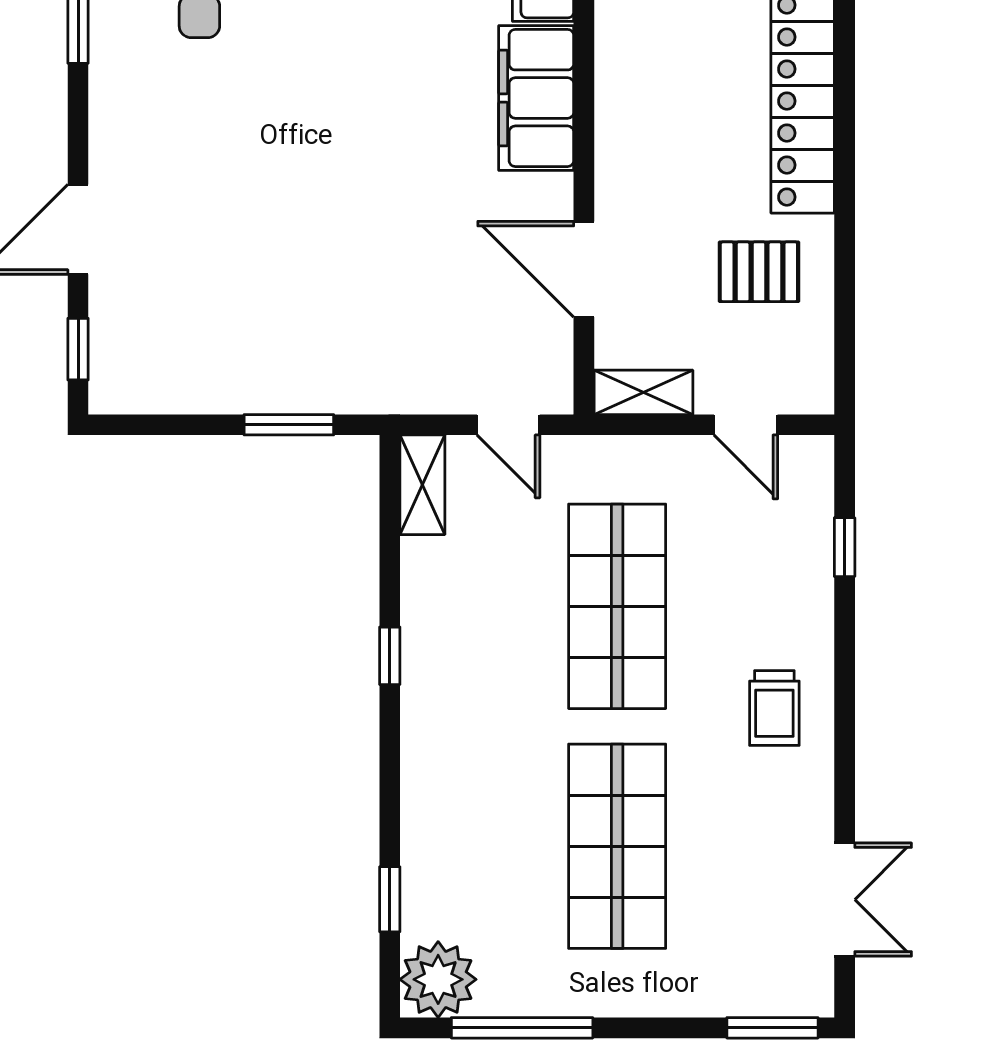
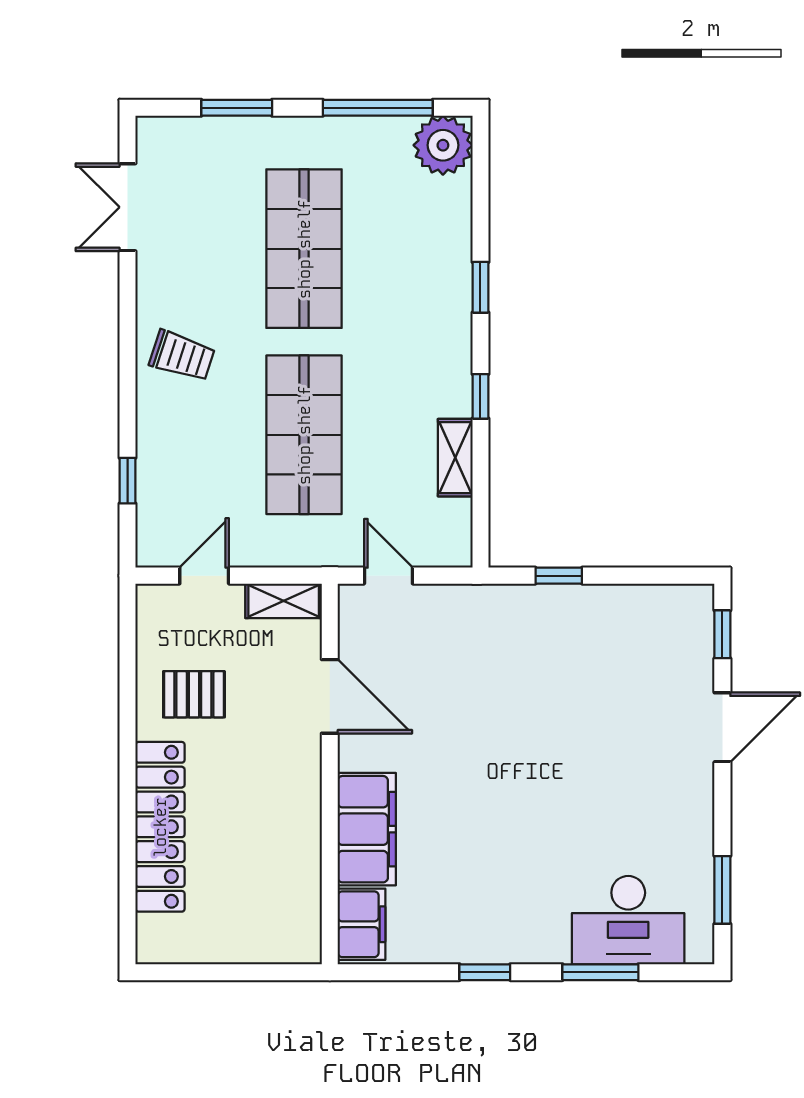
window: (289, 425) -> (559, 576), width x0.67
door: (746, 425) -> (204, 576), hinge flipped
shelving: (422, 485) -> (455, 458), moved
trolley: (774, 708) -> (182, 356), turned 108
window: (390, 899) -> (480, 287), moved
window: (772, 1028) -> (237, 108), moved

